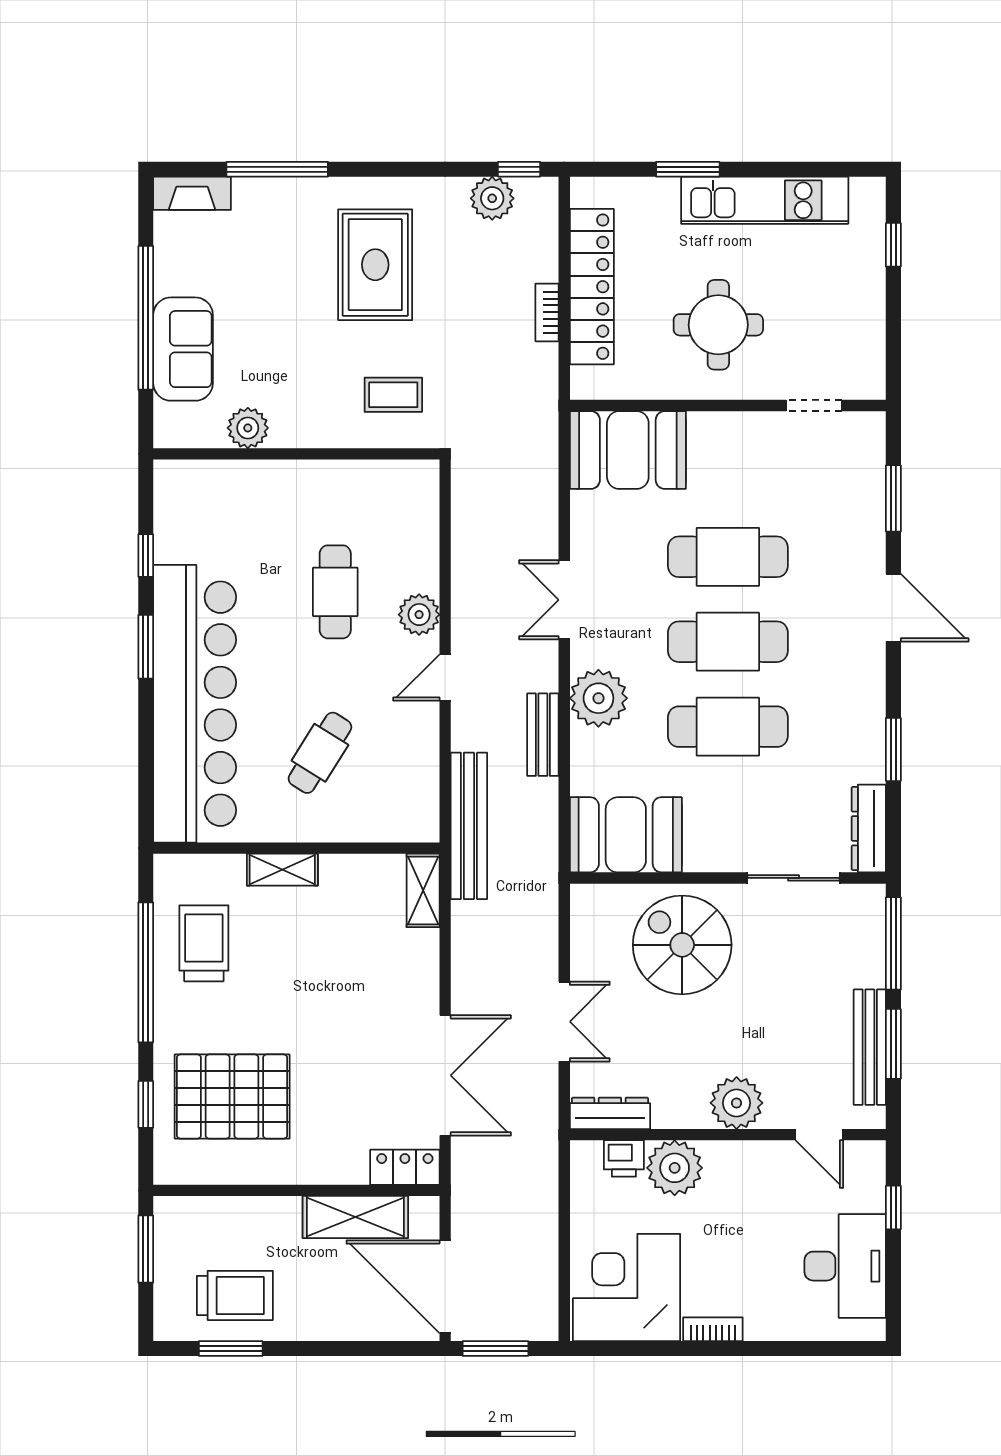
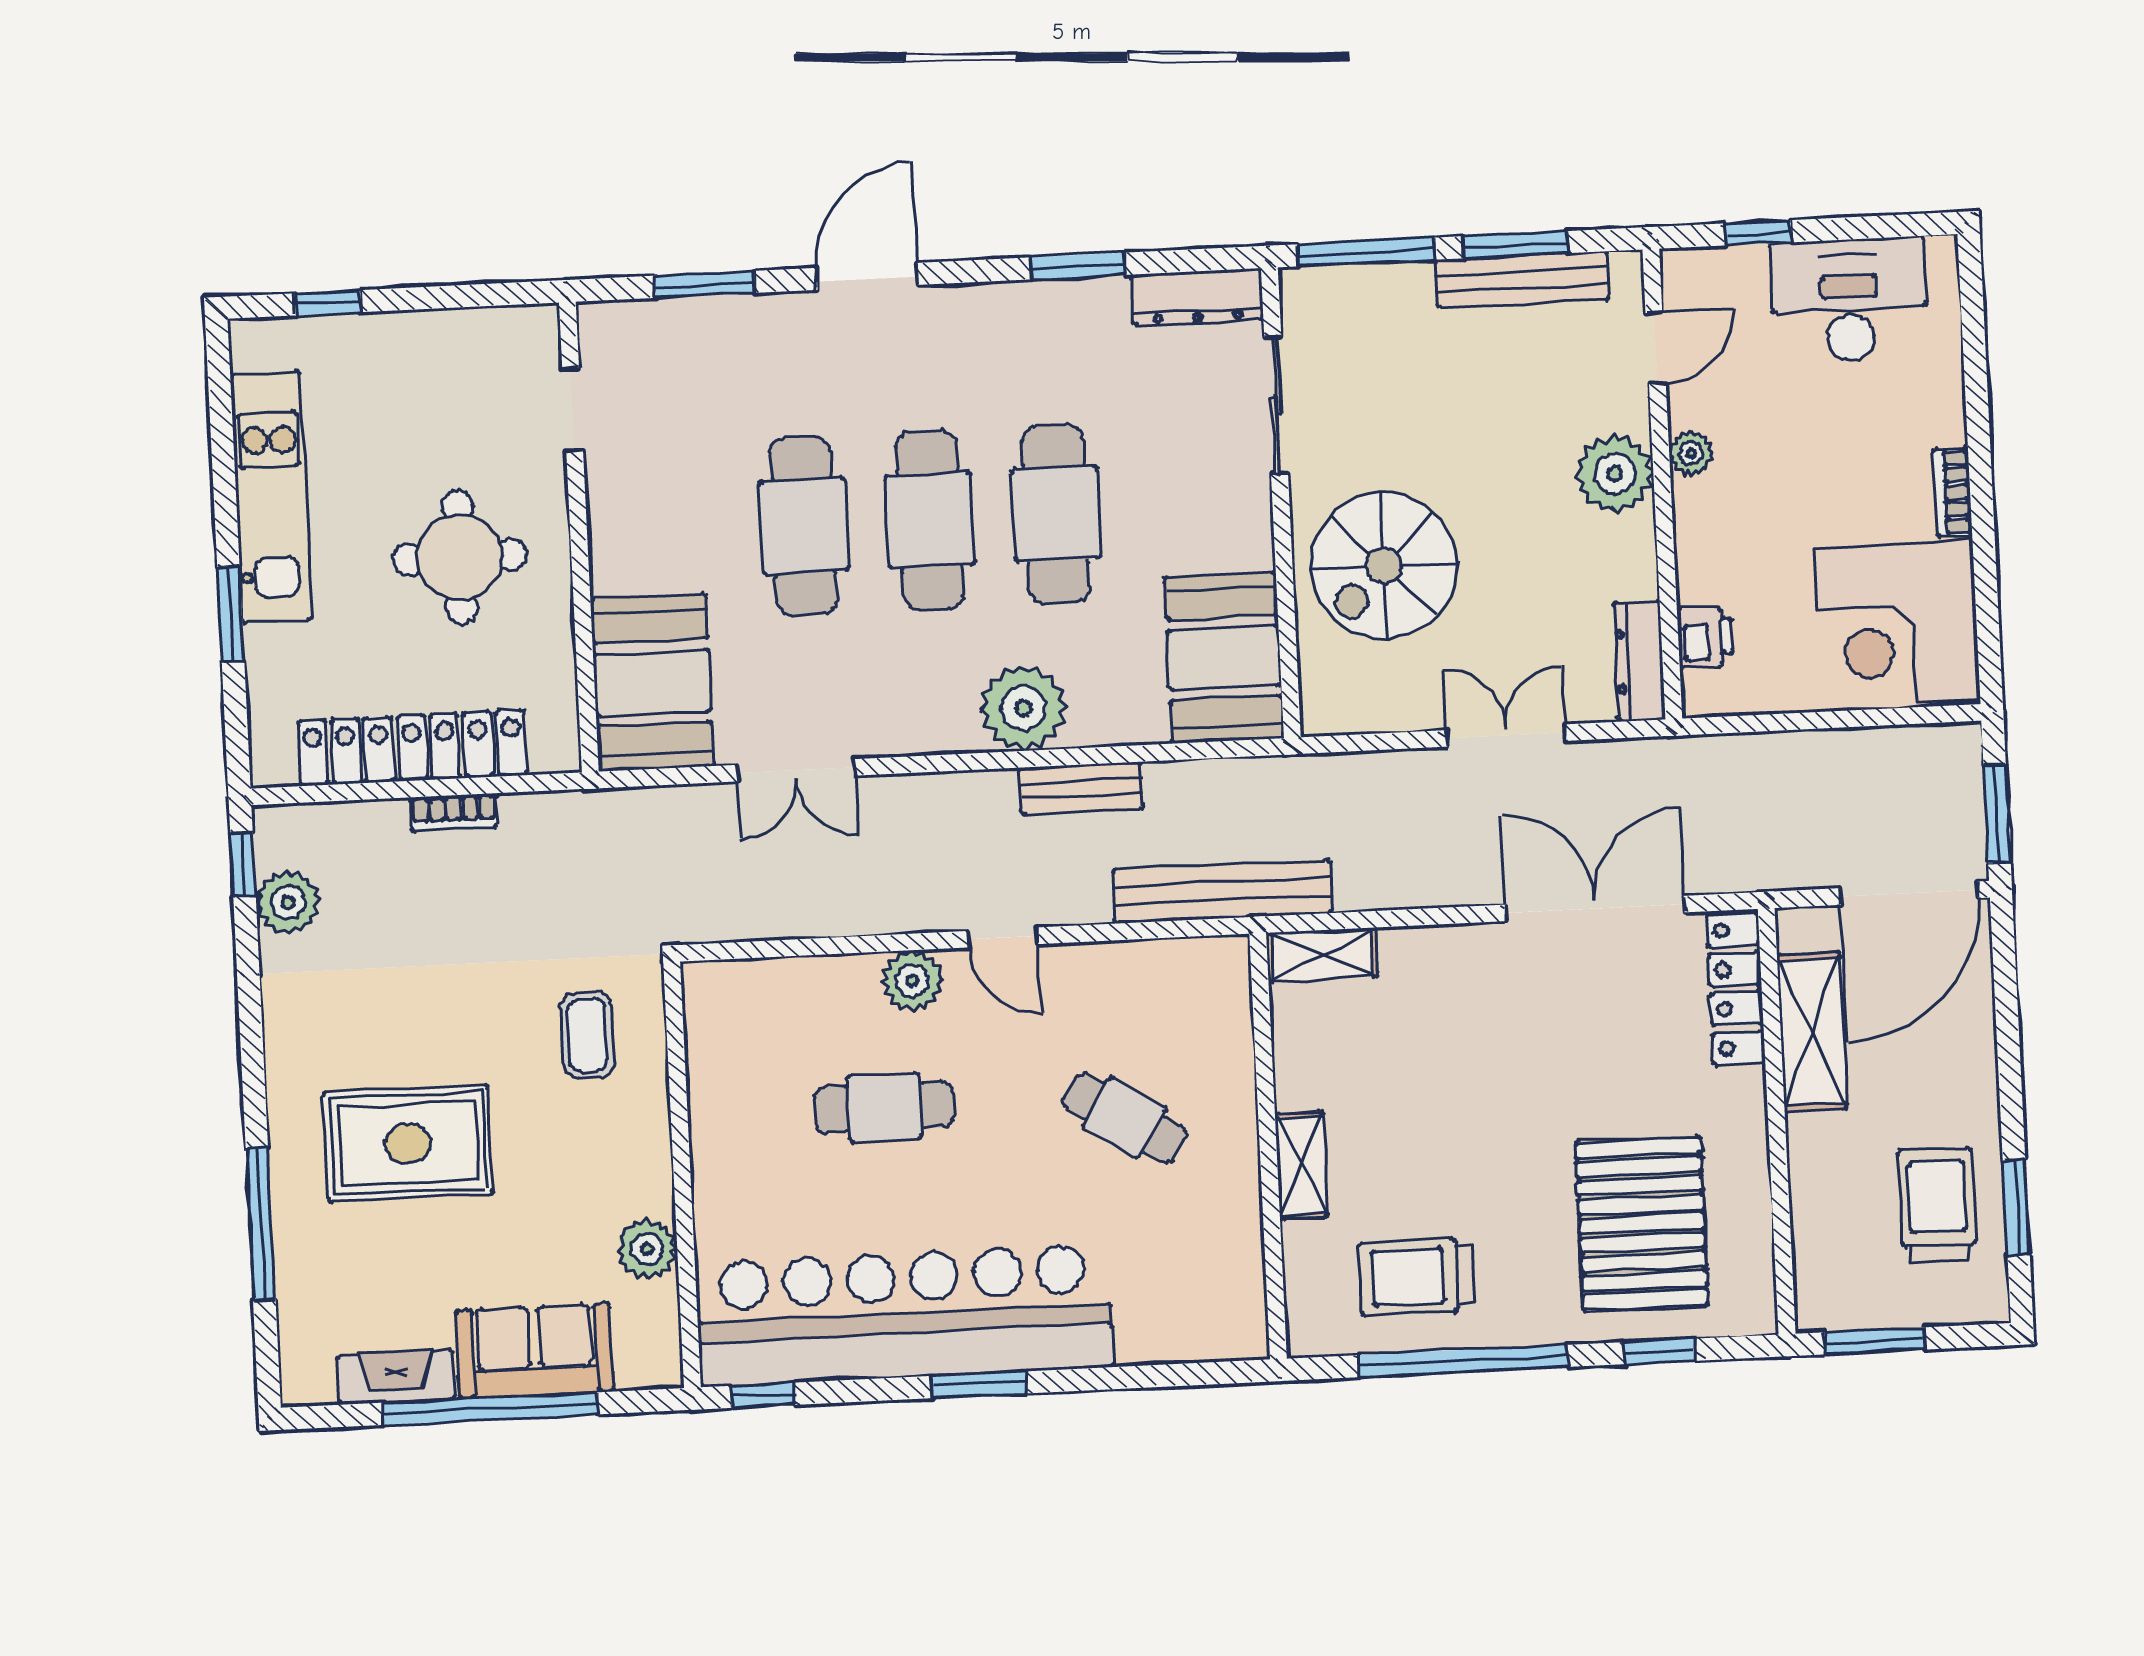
fireplace: (192, 193) -> (396, 1377), moved, turned -90
rug: (375, 265) -> (408, 1143), moved
window: (146, 556) -> (763, 1395), moved
double door: (564, 600) -> (796, 770), moved
bar counter: (195, 704) -> (904, 1315), moved
locker: (405, 1167) -> (1736, 989), width x1.53
plant: (675, 1168) -> (1691, 453), moved, width x0.53, depth x0.53

